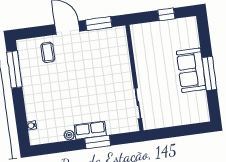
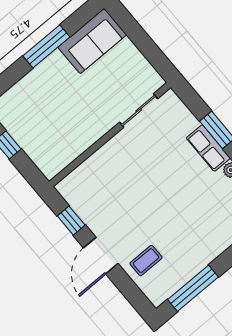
window: (99, 24) -> (71, 221), width x0.67
sofa: (191, 70) -> (92, 41), moved

